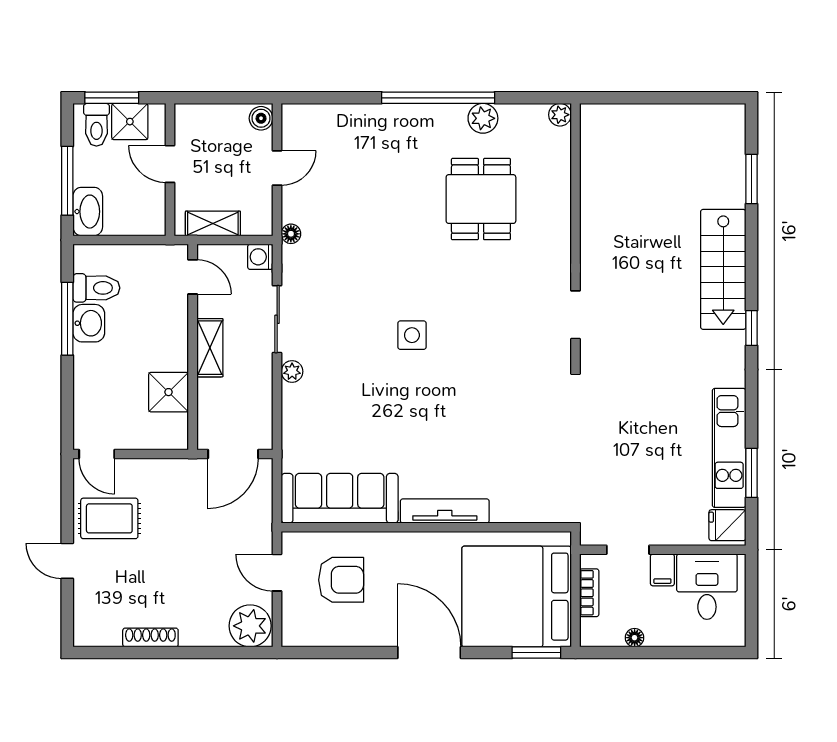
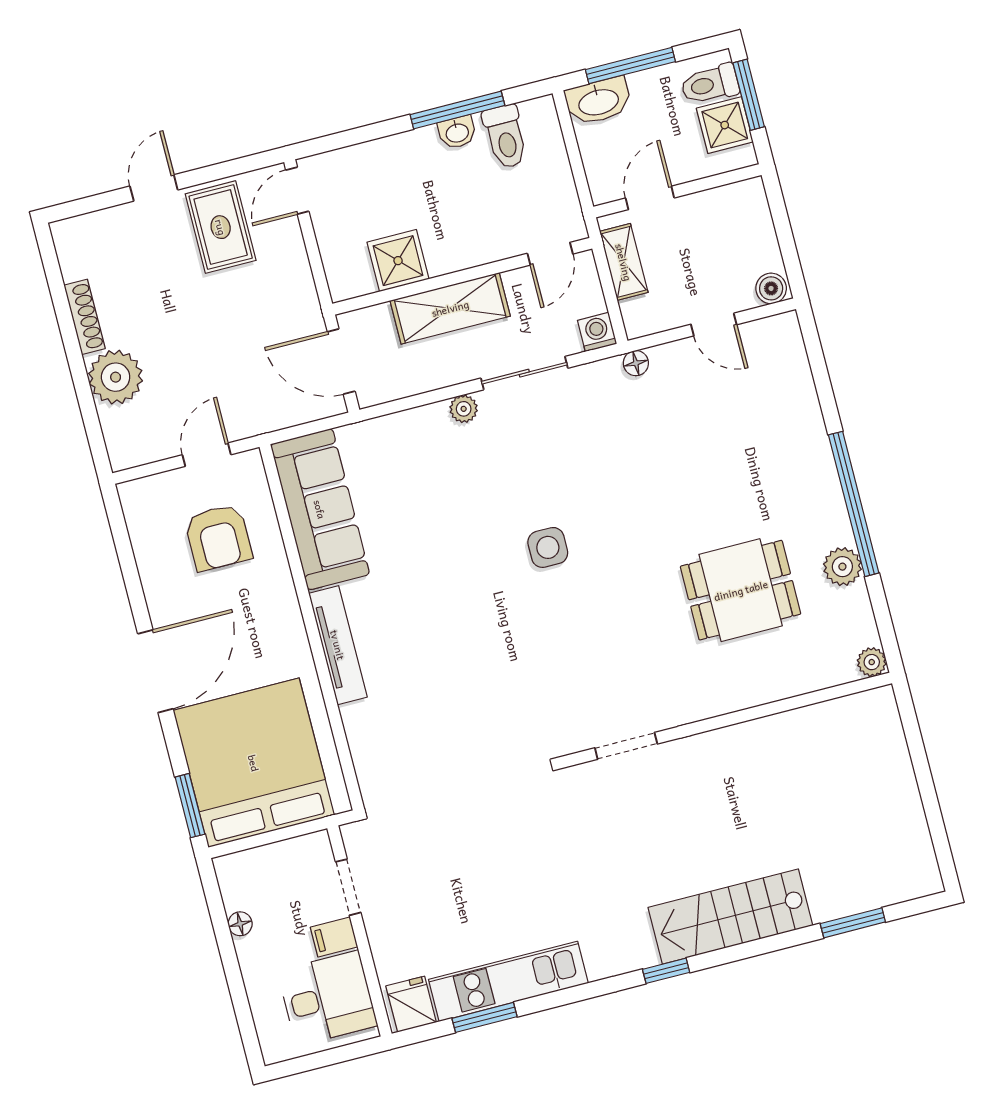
door: (170, 164) -> (650, 198), moved
washbasin: (89, 323) -> (457, 132), width x0.72, depth x0.69
shelving: (210, 348) -> (450, 308), width x1.50, depth x1.33
bookcase: (589, 593) -> (282, 853), removed
plant: (250, 626) -> (116, 377), moved

